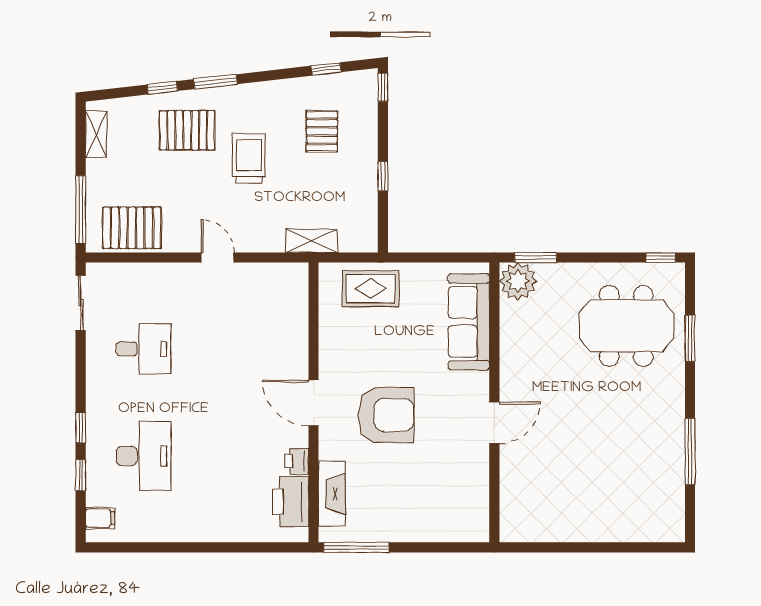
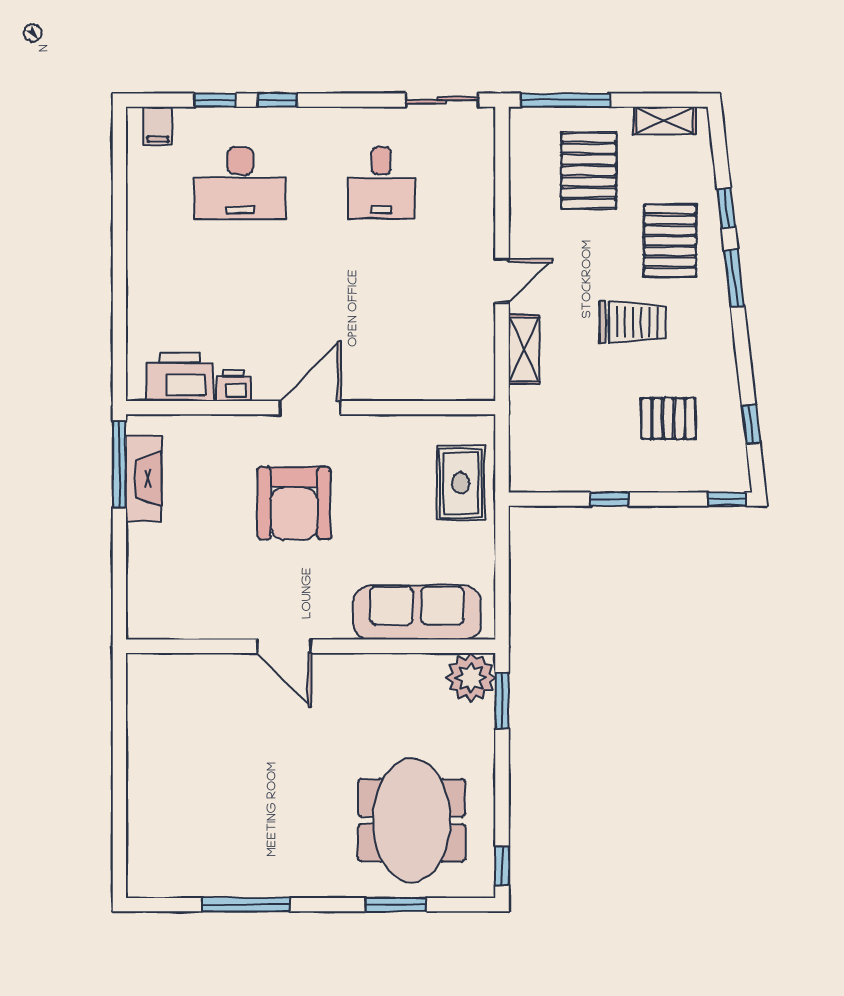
pallet: (132, 228) -> (589, 171), moved
shelving: (312, 241) -> (524, 349), moved
fireplace: (332, 494) -> (144, 479), moved, turned -90

